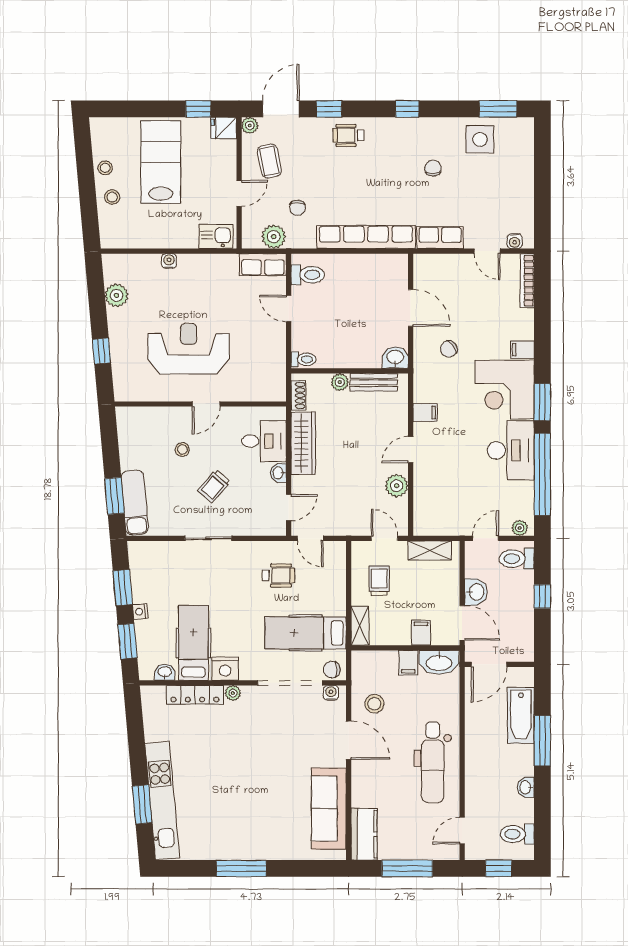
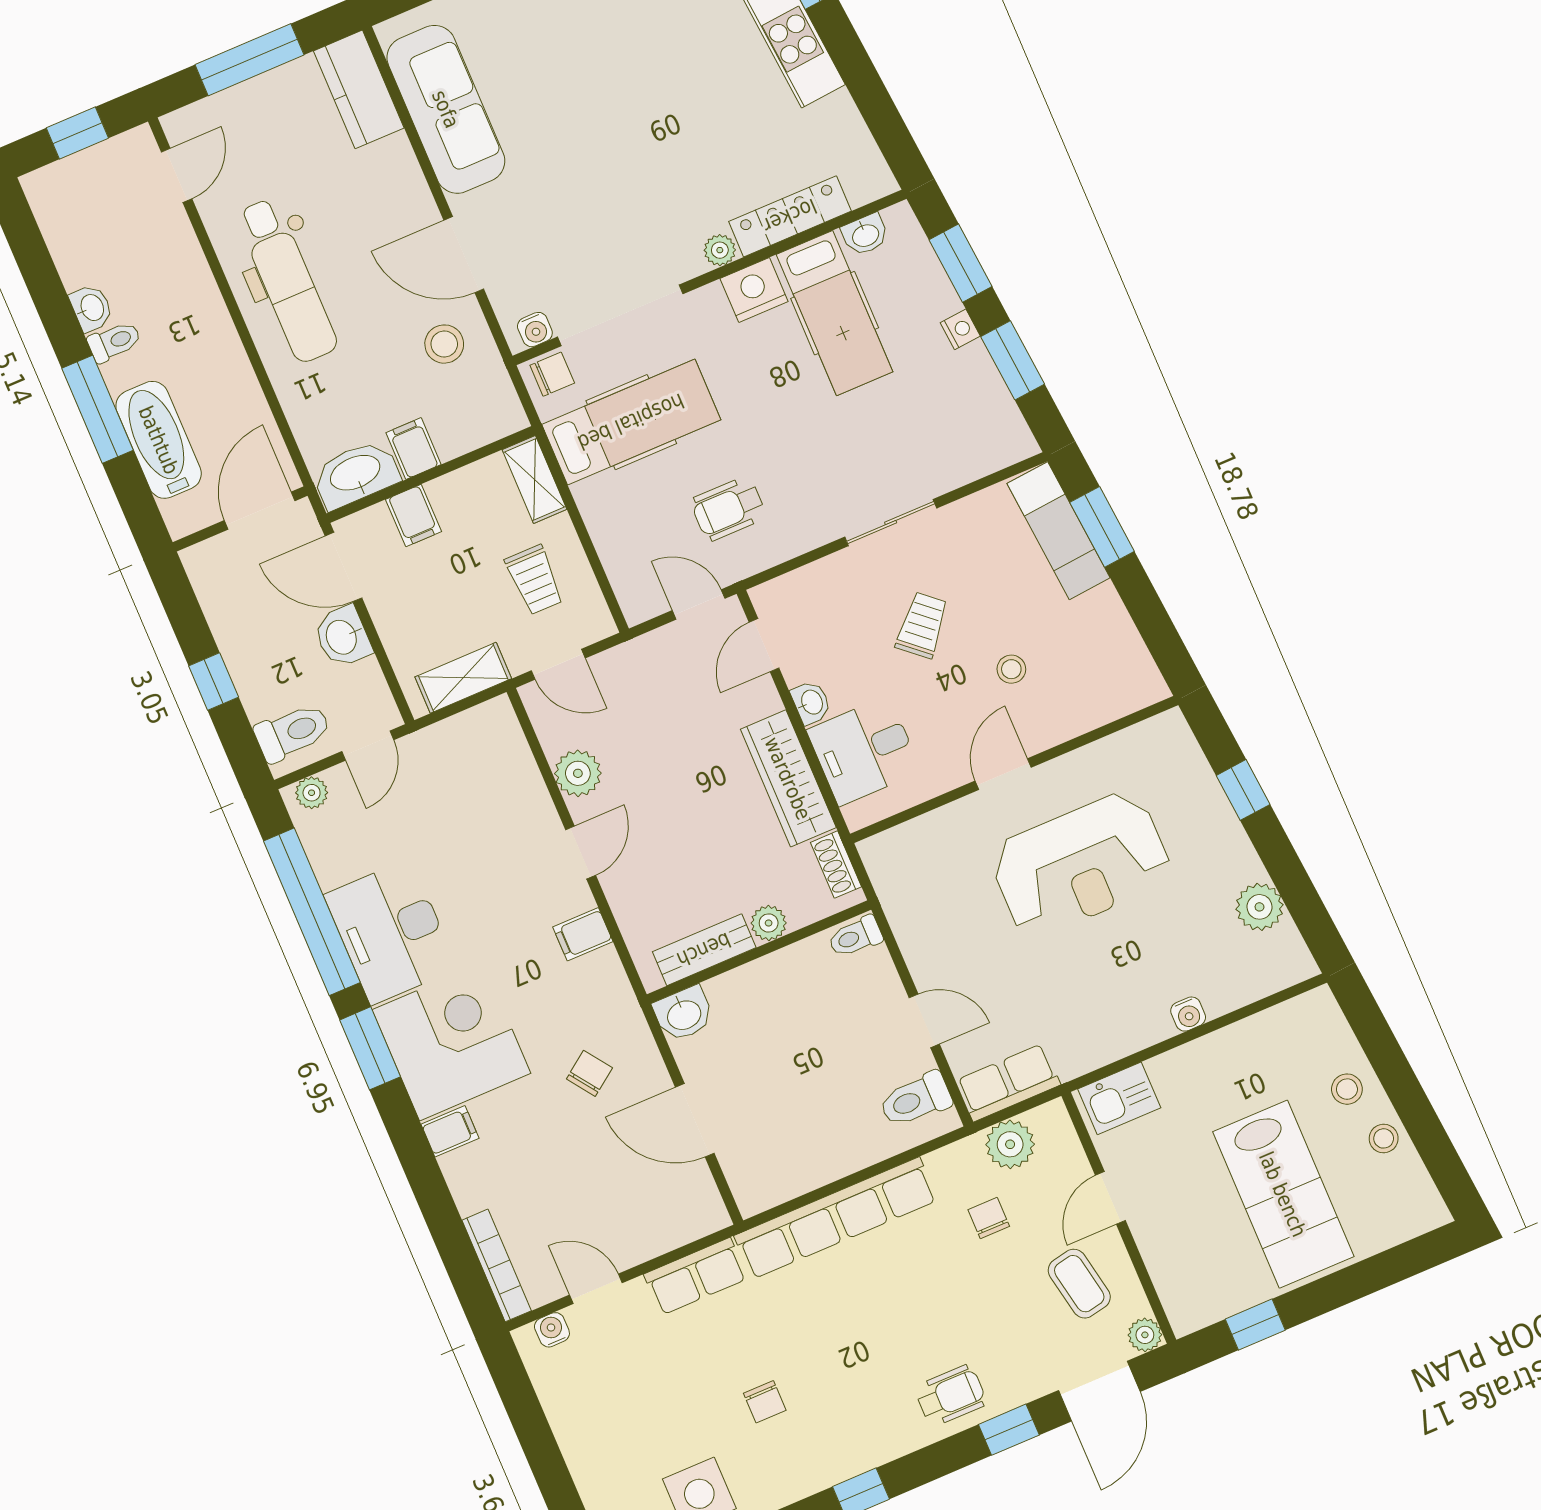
fridge: (224, 128) -> (1192, 1309), removed
dental chair: (433, 762) -> (287, 280), turned 180
toilet: (517, 834) -> (114, 342), moved, width x0.73, depth x0.72

